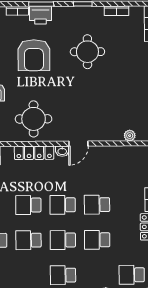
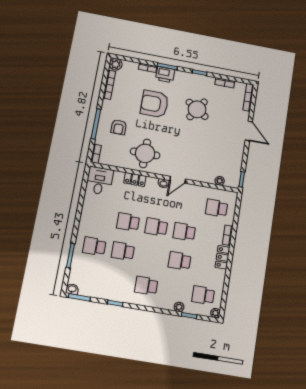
round table: (87, 52) -> (197, 109), turned 33
armchair: (34, 55) -> (154, 104), turned 90
locker: (34, 153) -> (135, 179), width x0.66
school desk: (63, 240) -> (217, 208), moved

